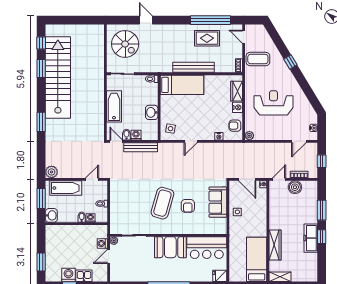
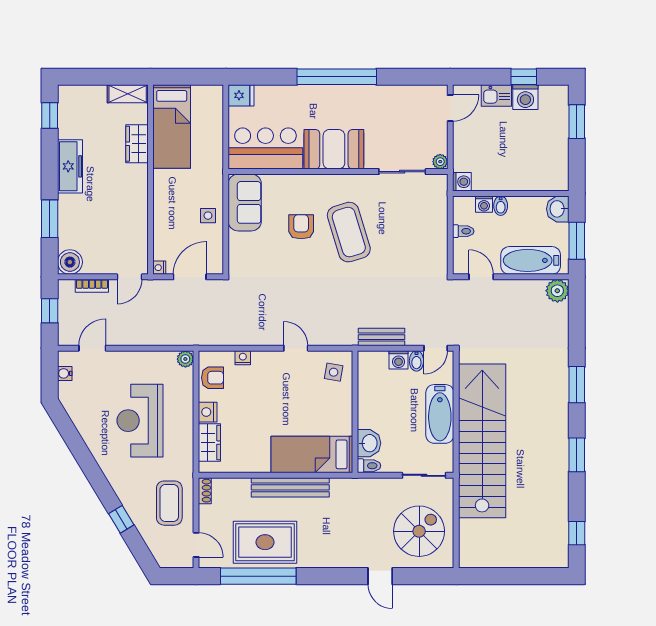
rug: (207, 38) -> (265, 542), width x1.36, depth x1.43
spiral stairs: (125, 44) -> (419, 531), turned 90
coffee table: (258, 59) -> (169, 503), turned 90
window: (290, 62) -> (121, 519), moved
window: (41, 69) -> (577, 455), moved
stairs: (58, 78) -> (482, 441), moved, turned 180
reception desk: (273, 103) -> (140, 421), turned 90
washbasin: (152, 112) -> (369, 443), moved
door: (116, 141) -> (436, 348), hinge flipped
door: (191, 141) -> (296, 348), hinge flipped
bench: (141, 147) -> (381, 337), width x0.73
door: (92, 179) -> (481, 277), swing flipped
door: (247, 179) -> (190, 277), hinge flipped
boiler: (295, 187) -> (70, 262), moved
sofa: (218, 202) -> (245, 202), moved
coffee table: (162, 203) -> (349, 232), turned -33
window: (322, 237) -> (50, 116), moved
washing machine: (102, 243) -> (462, 182), moved
wardrobe: (275, 245) -> (137, 144), width x0.67
door: (109, 256) -> (450, 108), moved

